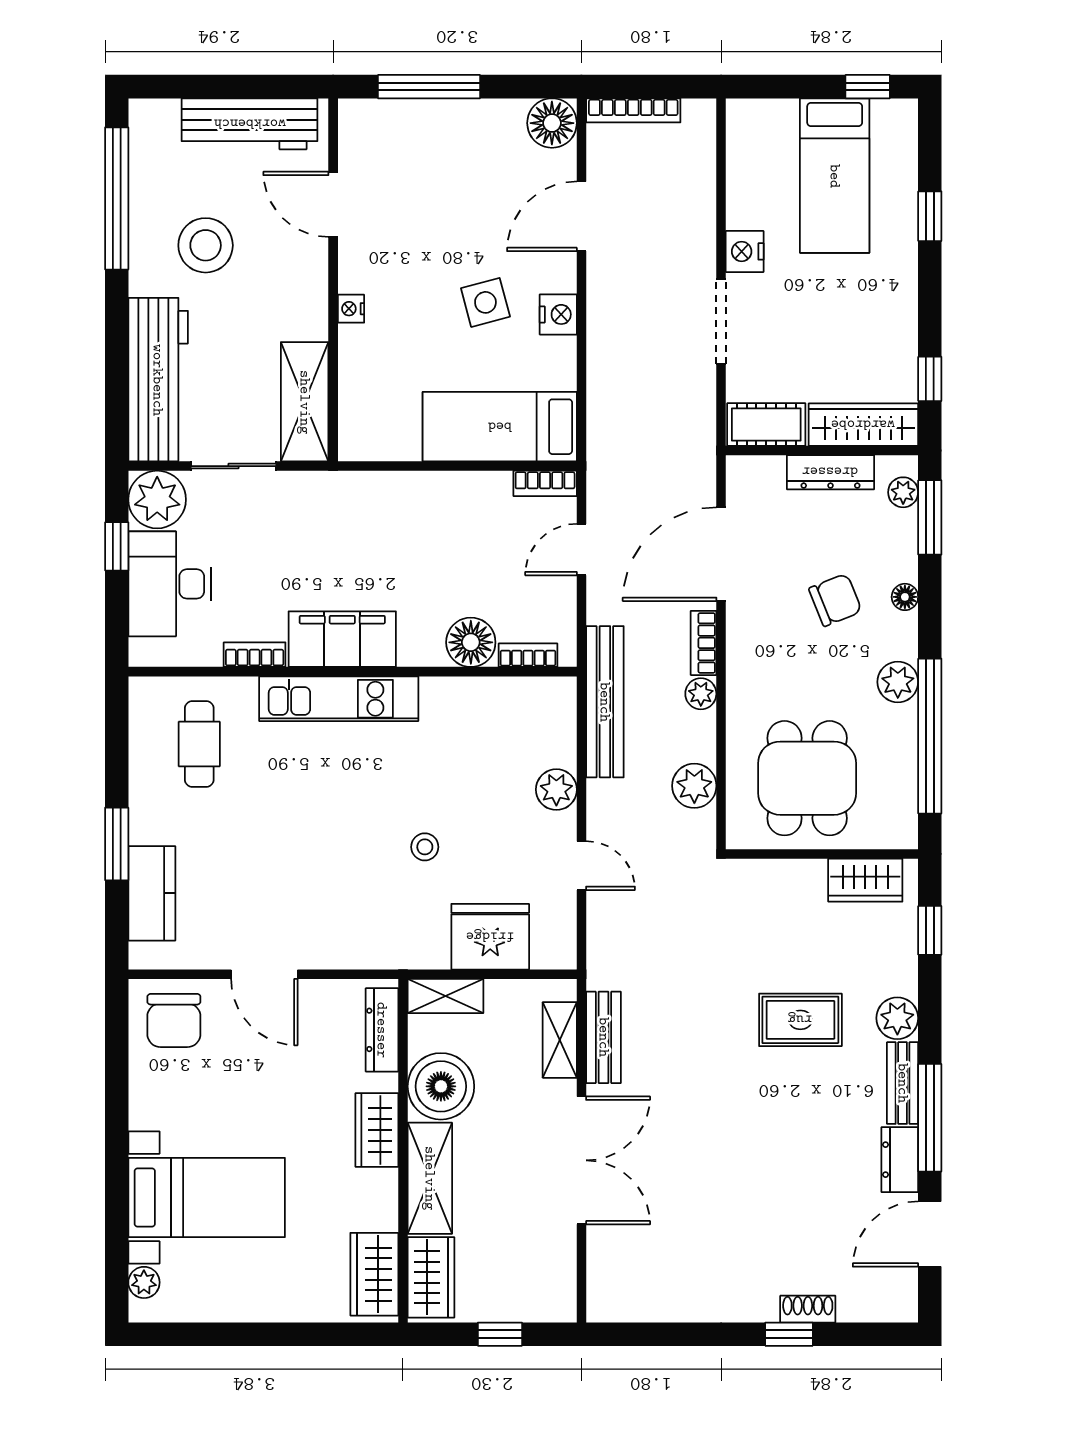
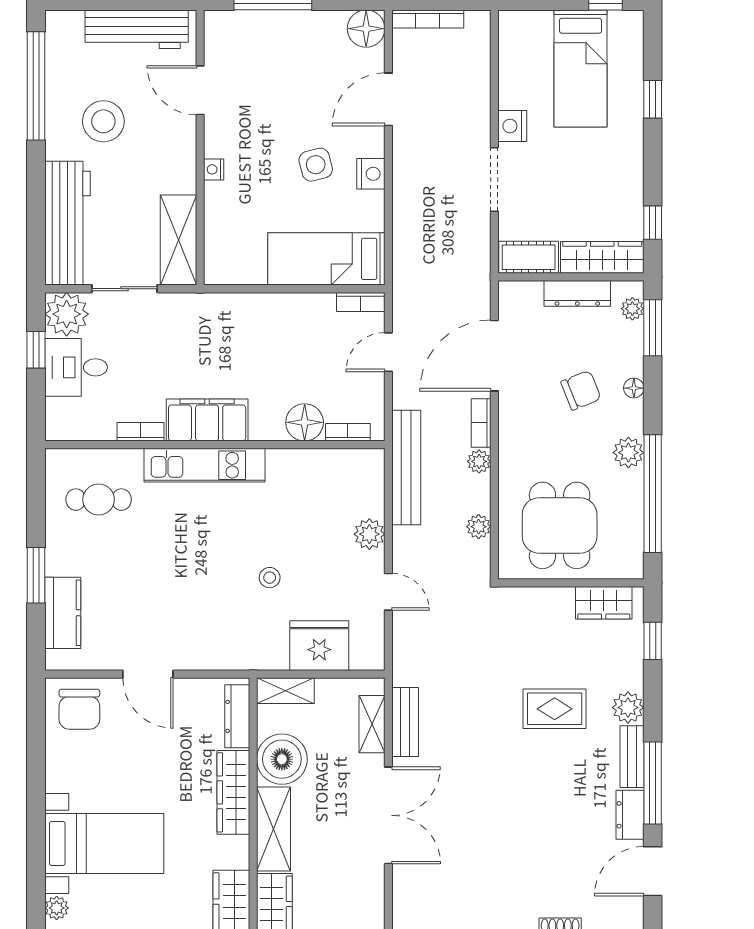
desk: (169, 584) -> (76, 367), width x0.73
cafe table: (199, 744) -> (99, 500), turned 90
plant: (694, 786) -> (479, 527), width x0.73, depth x0.73
wardrobe: (377, 1130) -> (233, 792), width x1.50

